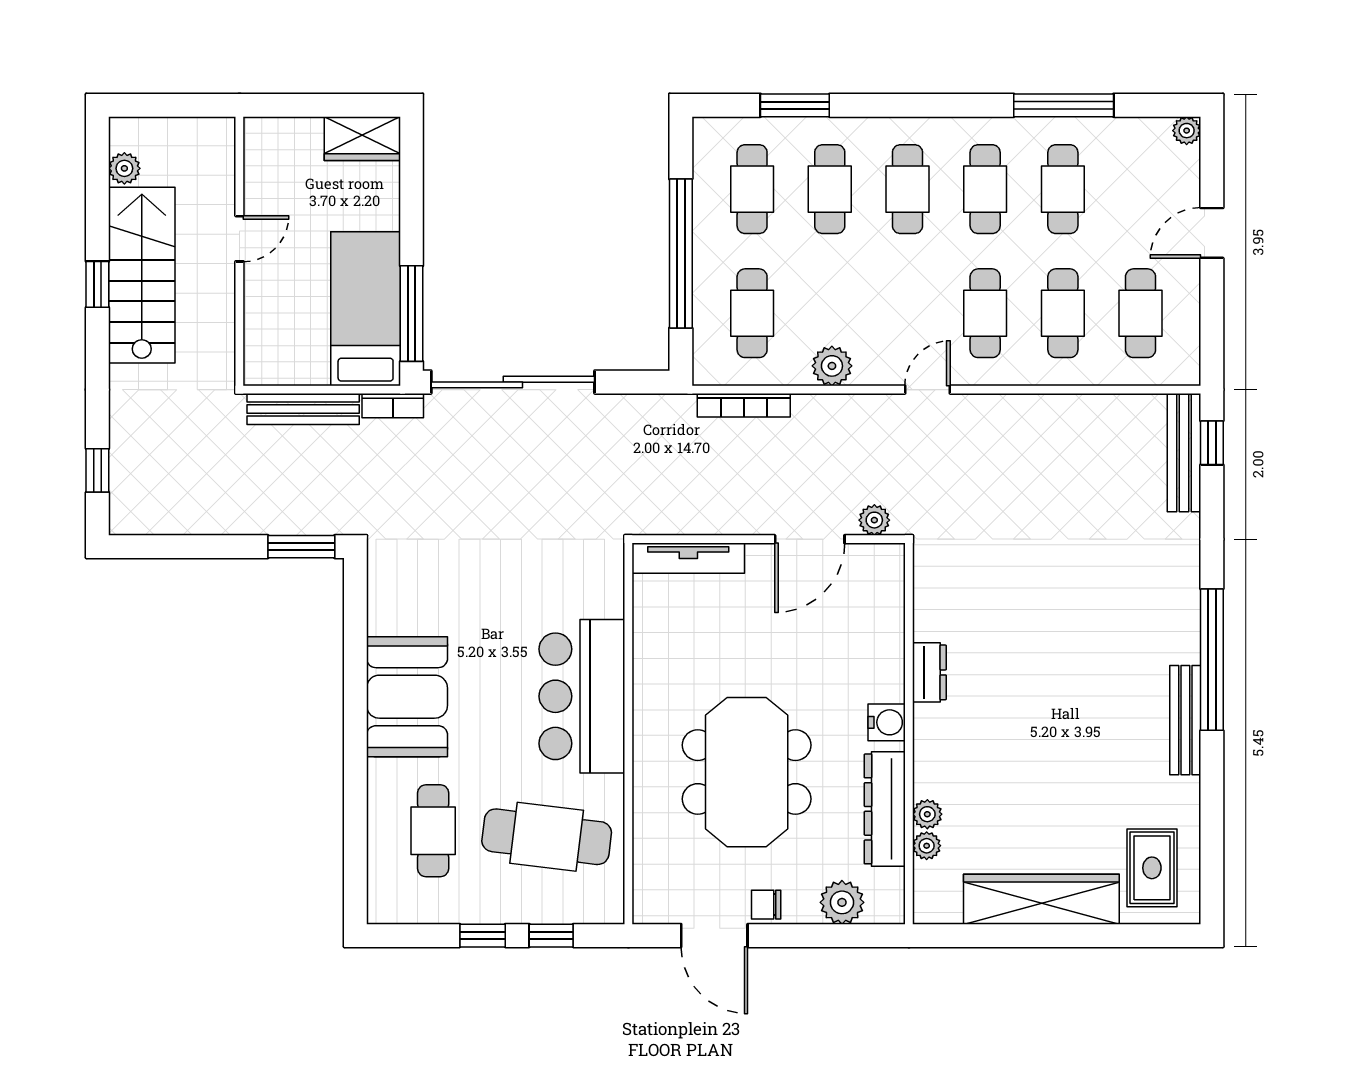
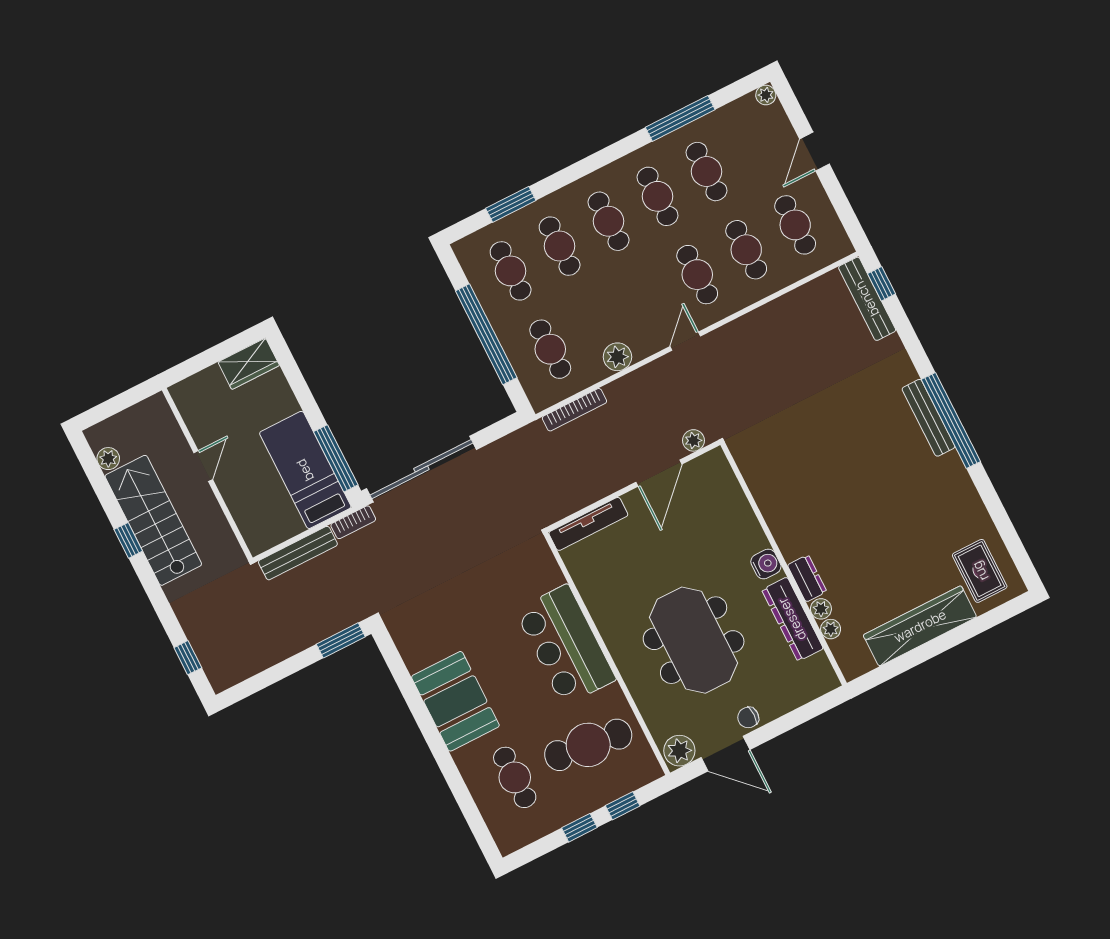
dresser: (929, 672) -> (807, 578), moved
bench: (1185, 720) -> (928, 418), moved
plant: (842, 902) -> (679, 751), moved

